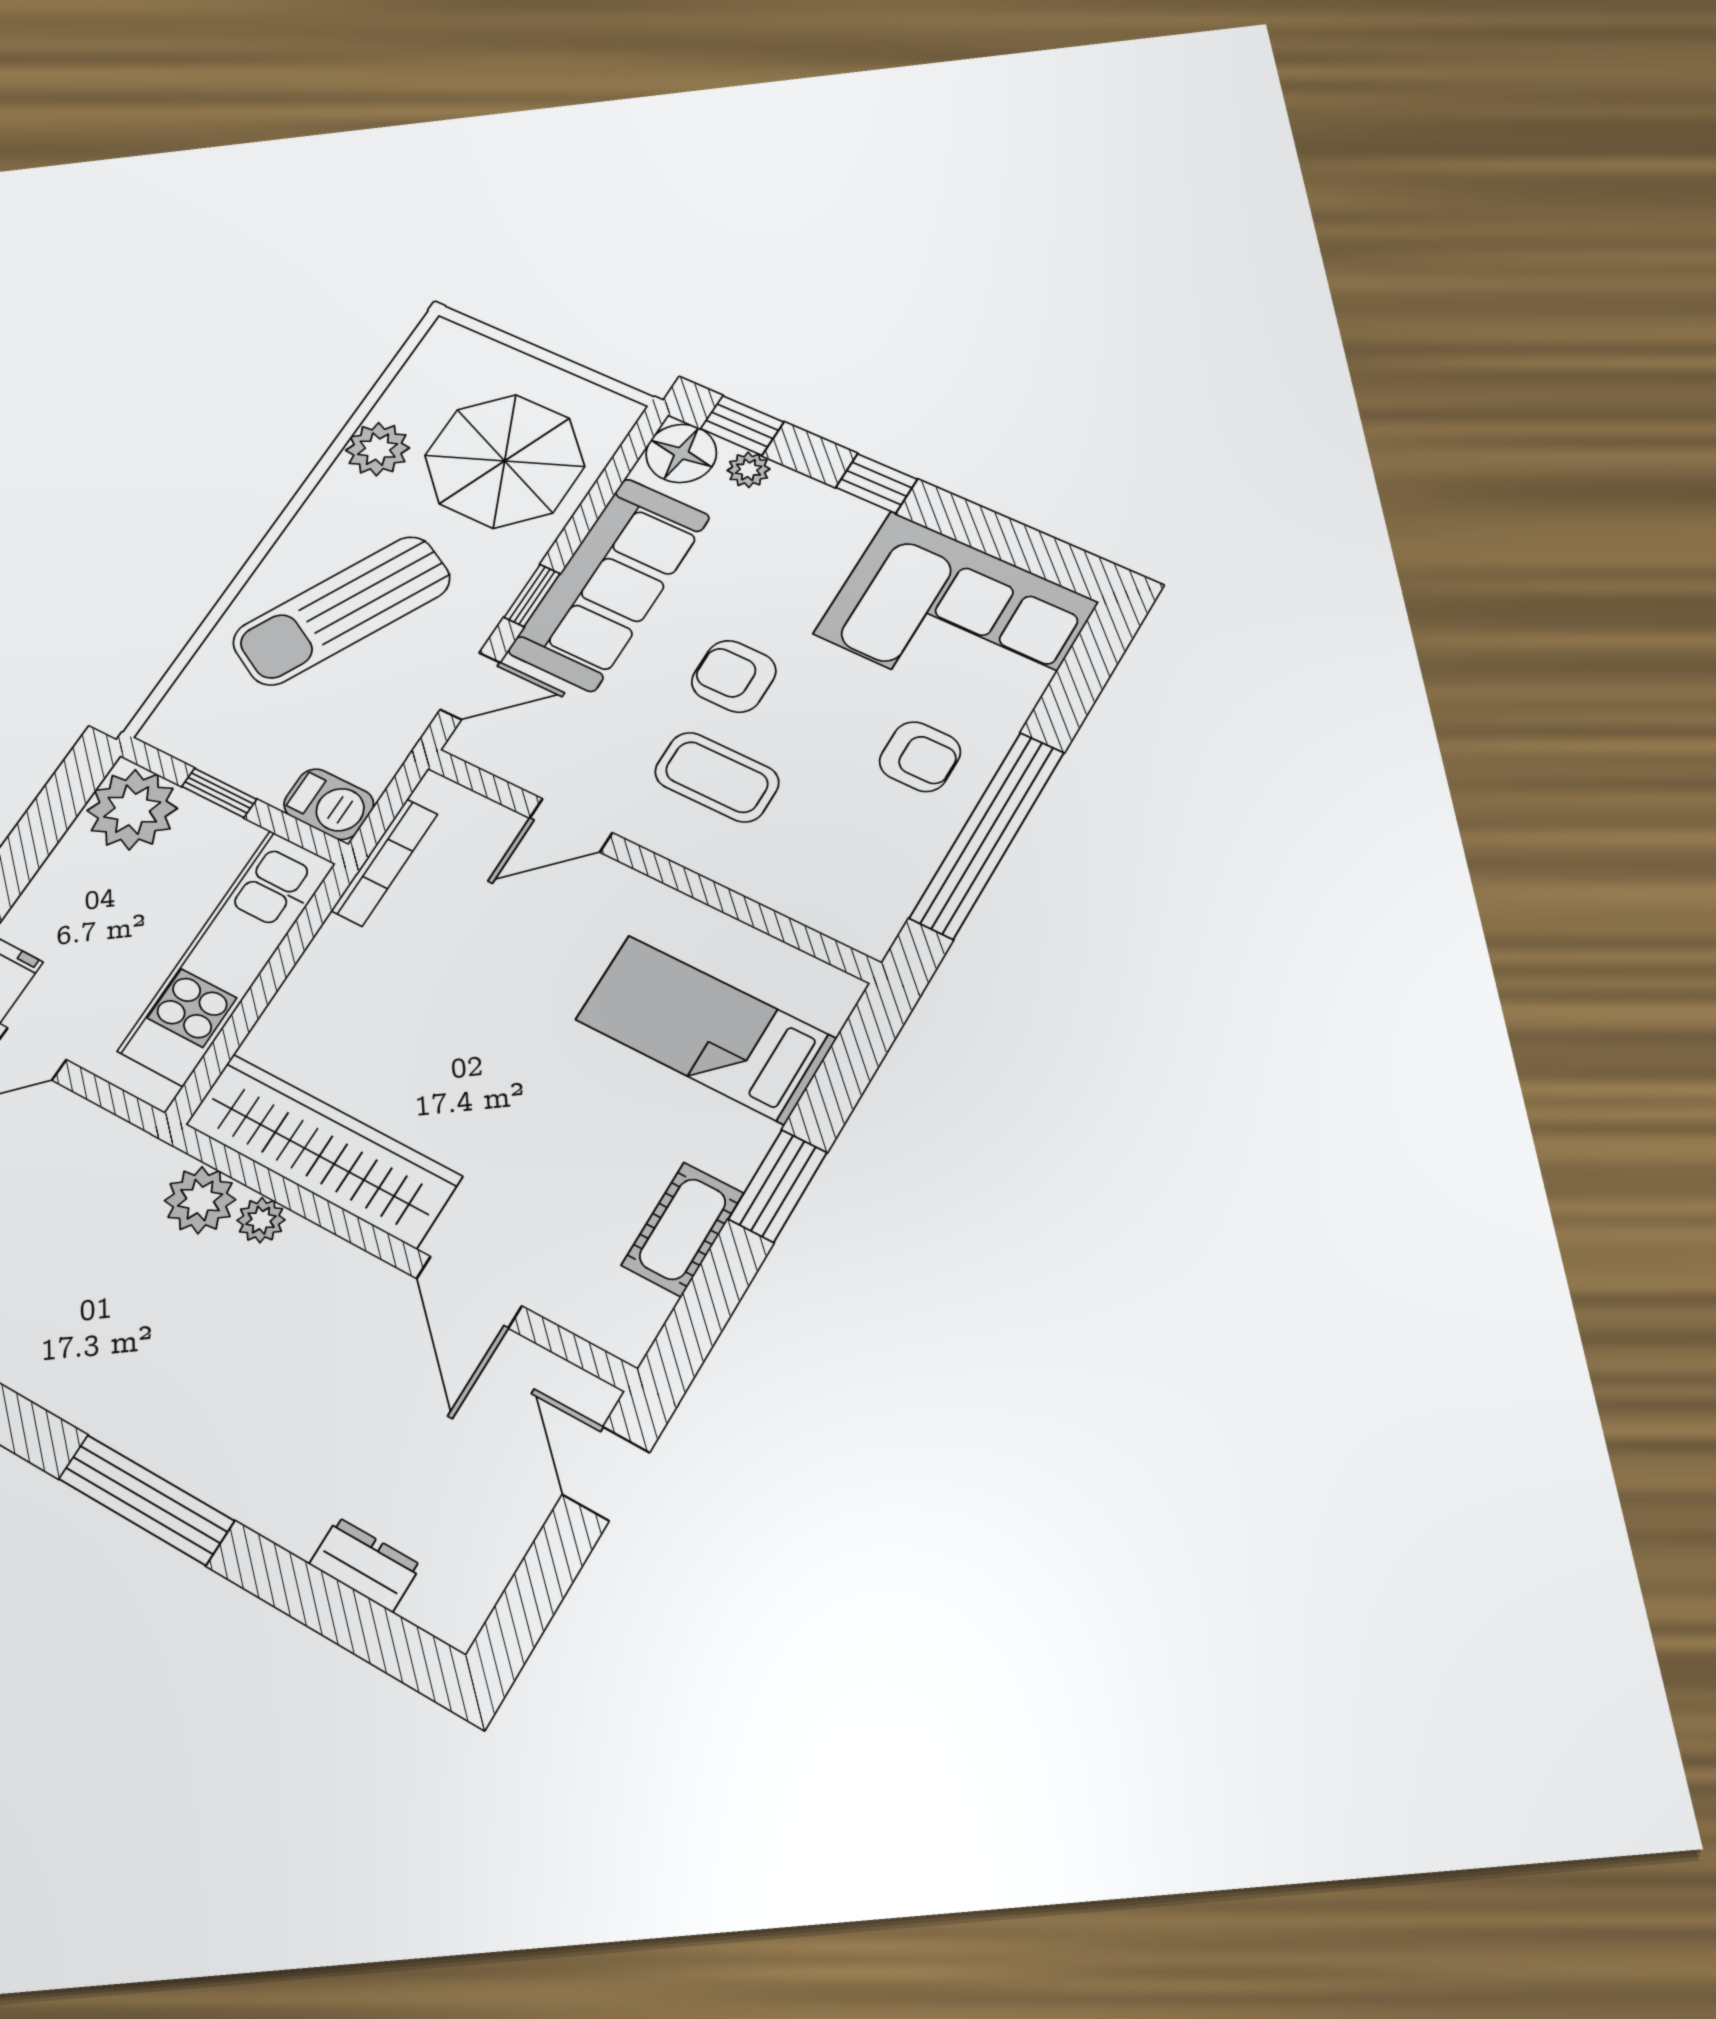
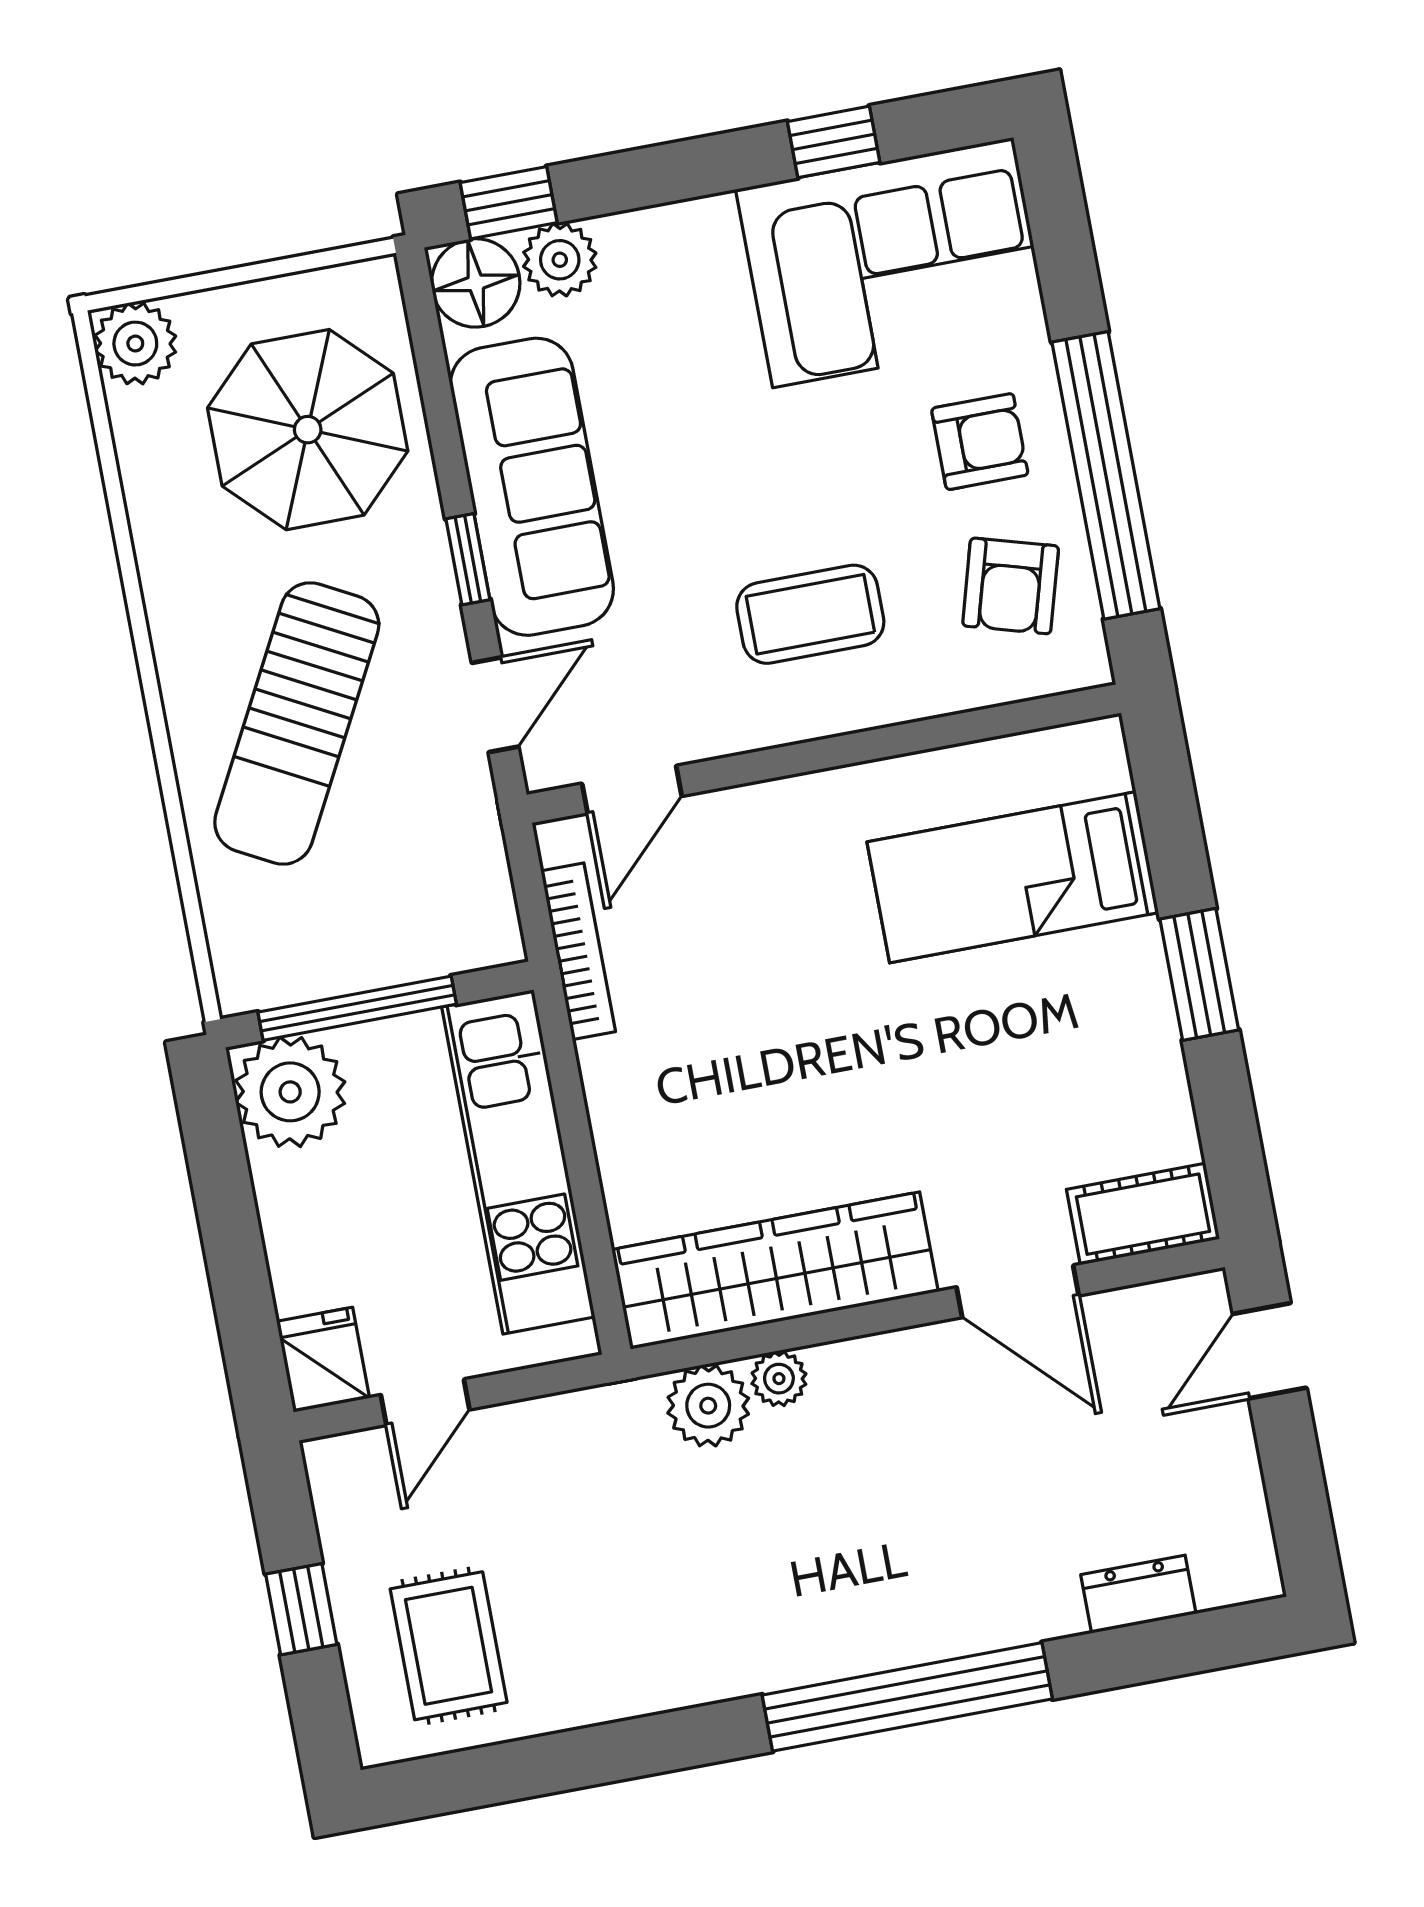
plant: (378, 449) -> (135, 344), moved
plant: (749, 470) -> (560, 260), width x1.38, depth x1.38
window: (877, 483) -> (834, 142), moved
armchair: (734, 676) -> (1011, 586), moved, turned -74
window: (219, 793) -> (357, 1008), width x2.17
barbecue: (329, 804) -> (472, 935), removed
door: (571, 825) -> (632, 790), moved
cot: (683, 1229) -> (1143, 1214), moved, turned 90
door: (606, 1474) -> (1270, 1351), hinge flipped
window: (146, 1500) -> (907, 1697), width x1.46

